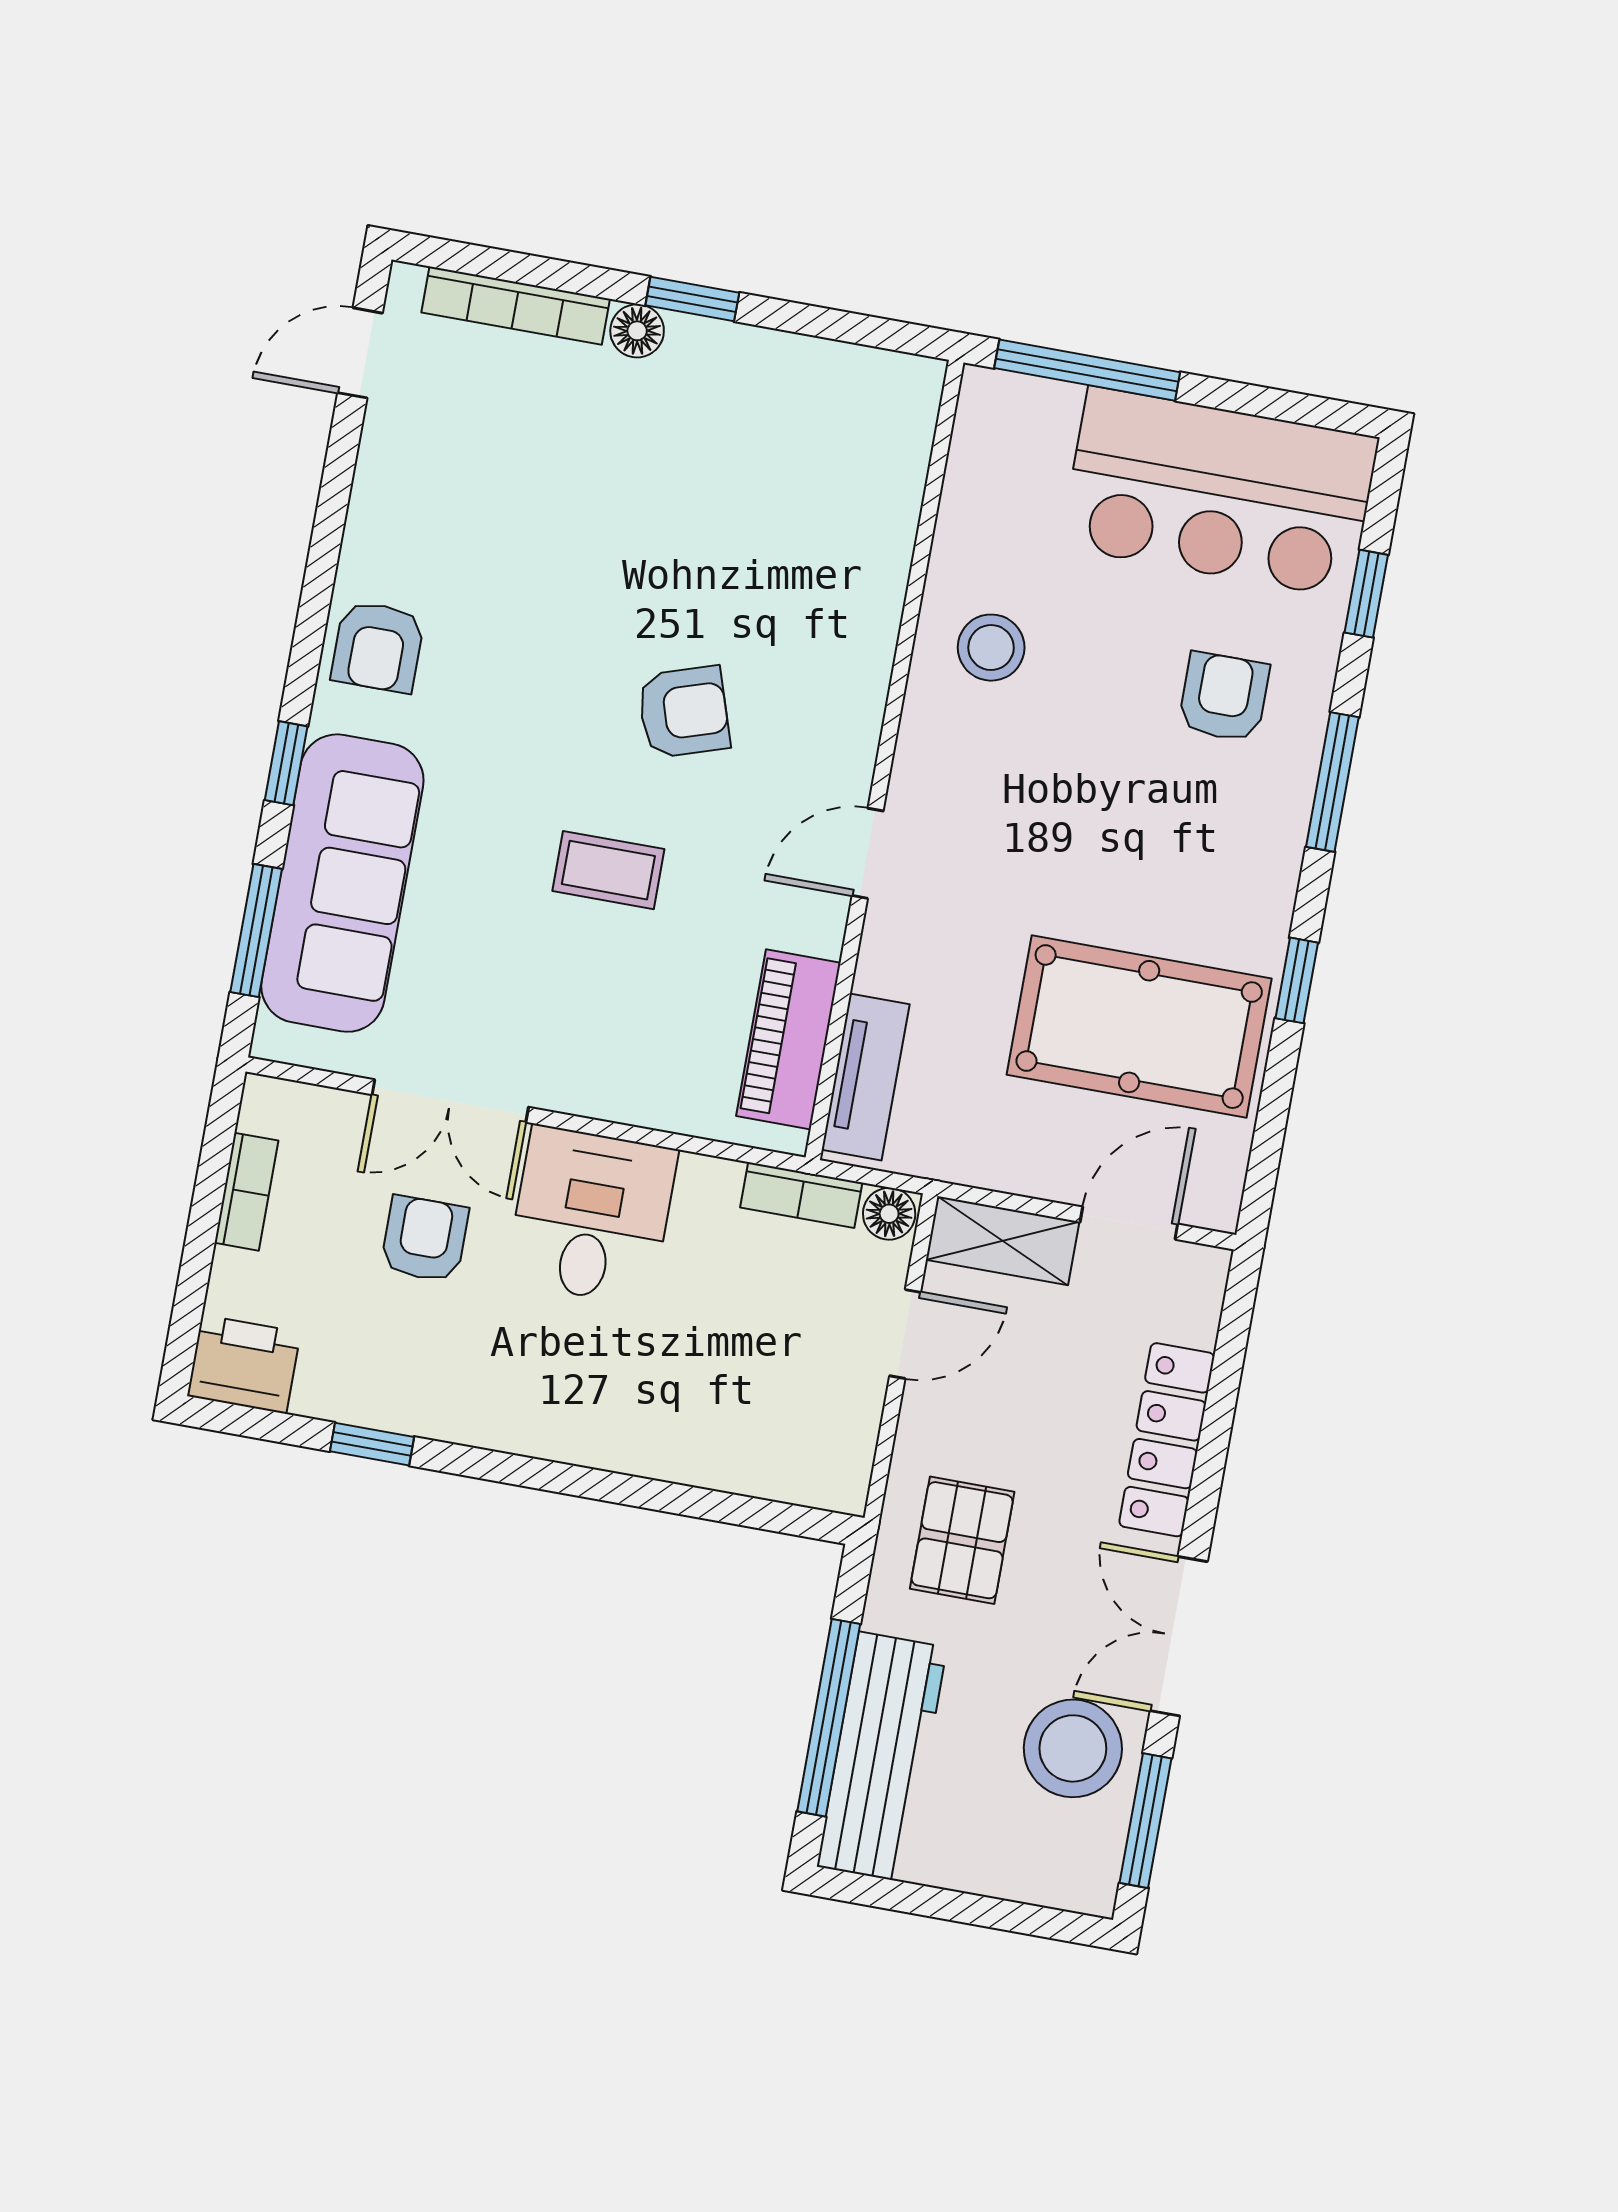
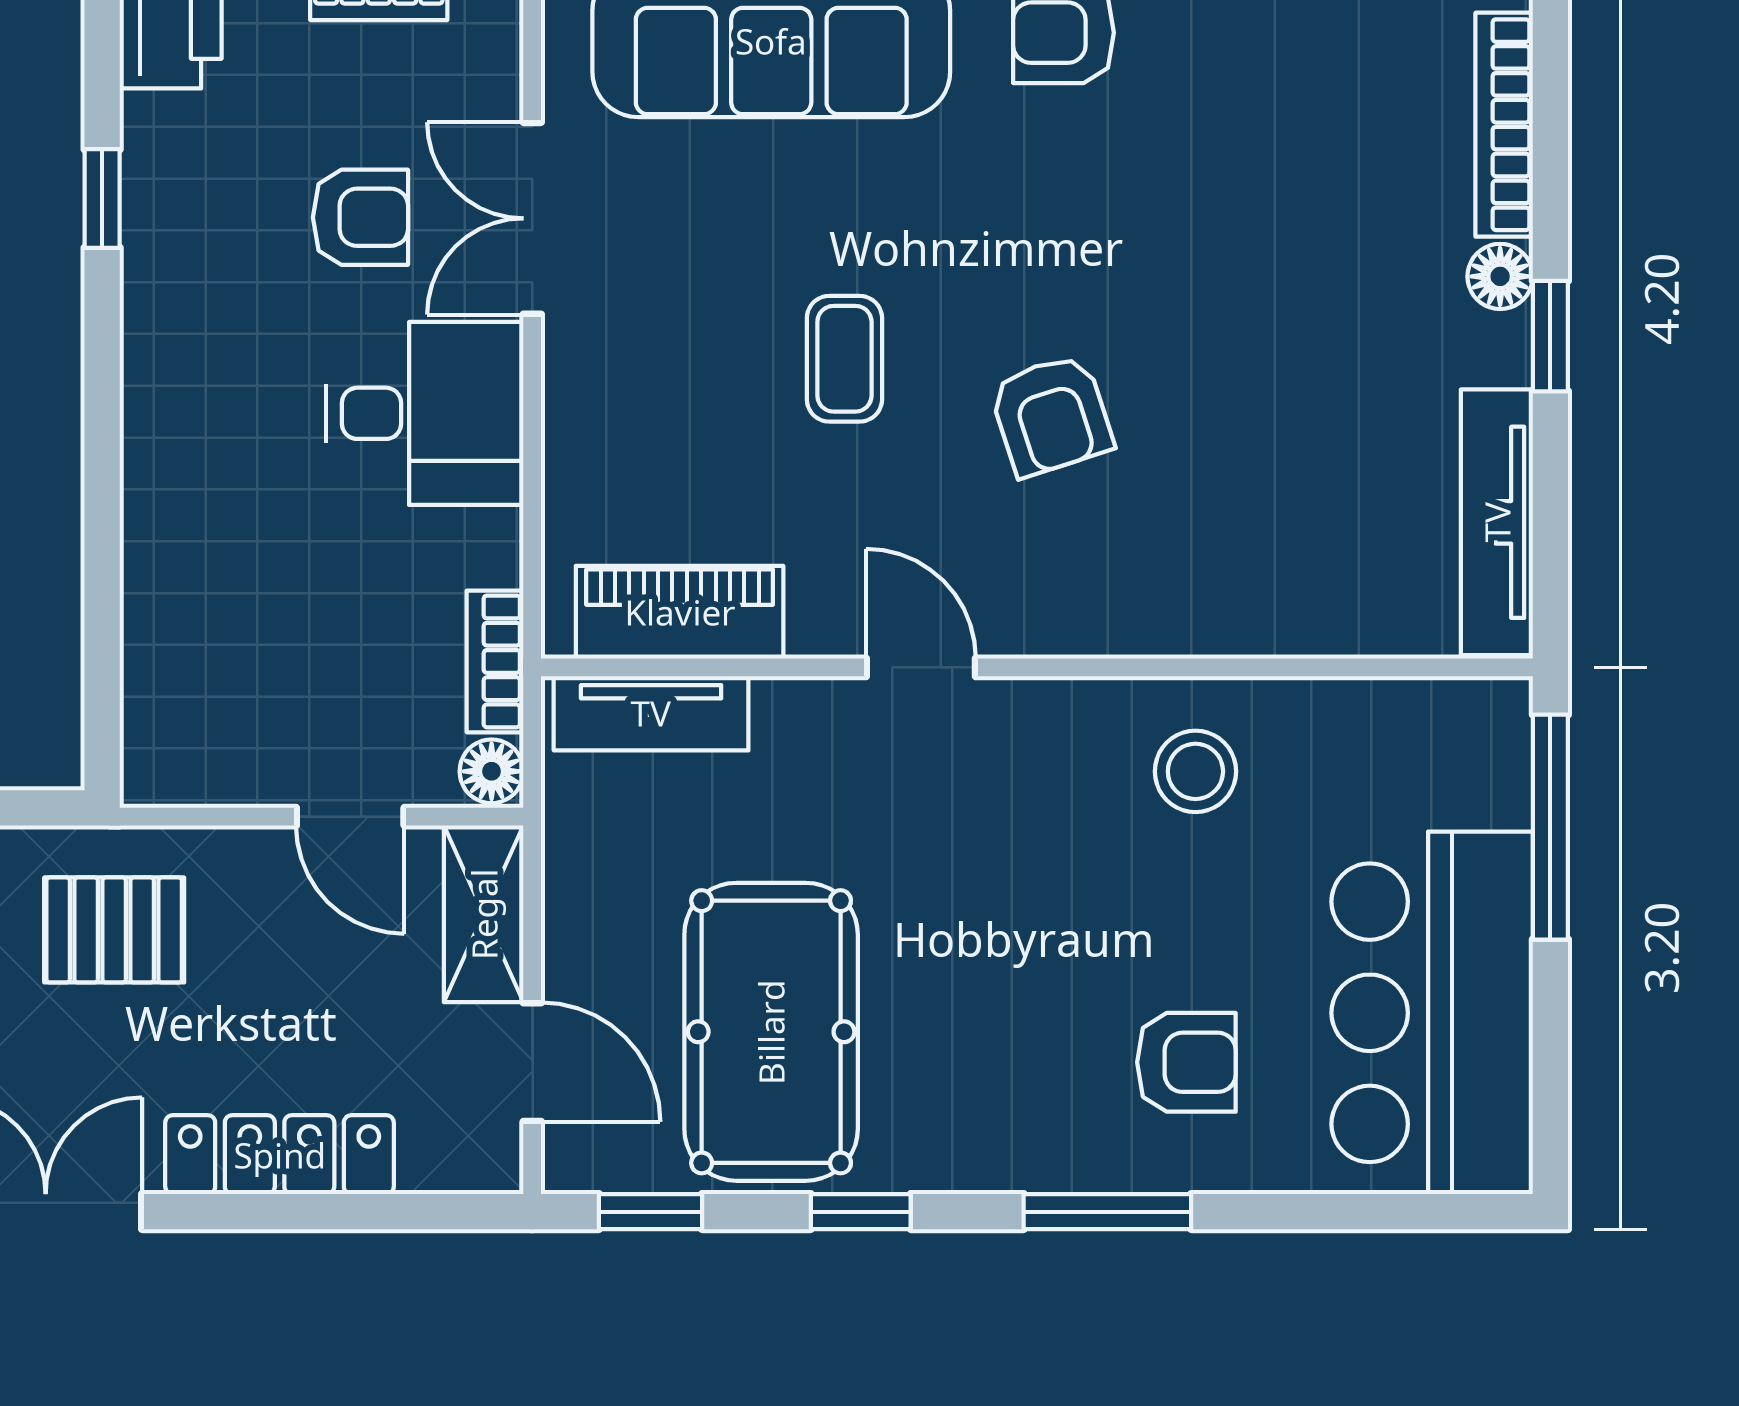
tv unit: (834, 369) -> (1497, 522), added
window: (1366, 594) -> (650, 1212), moved

